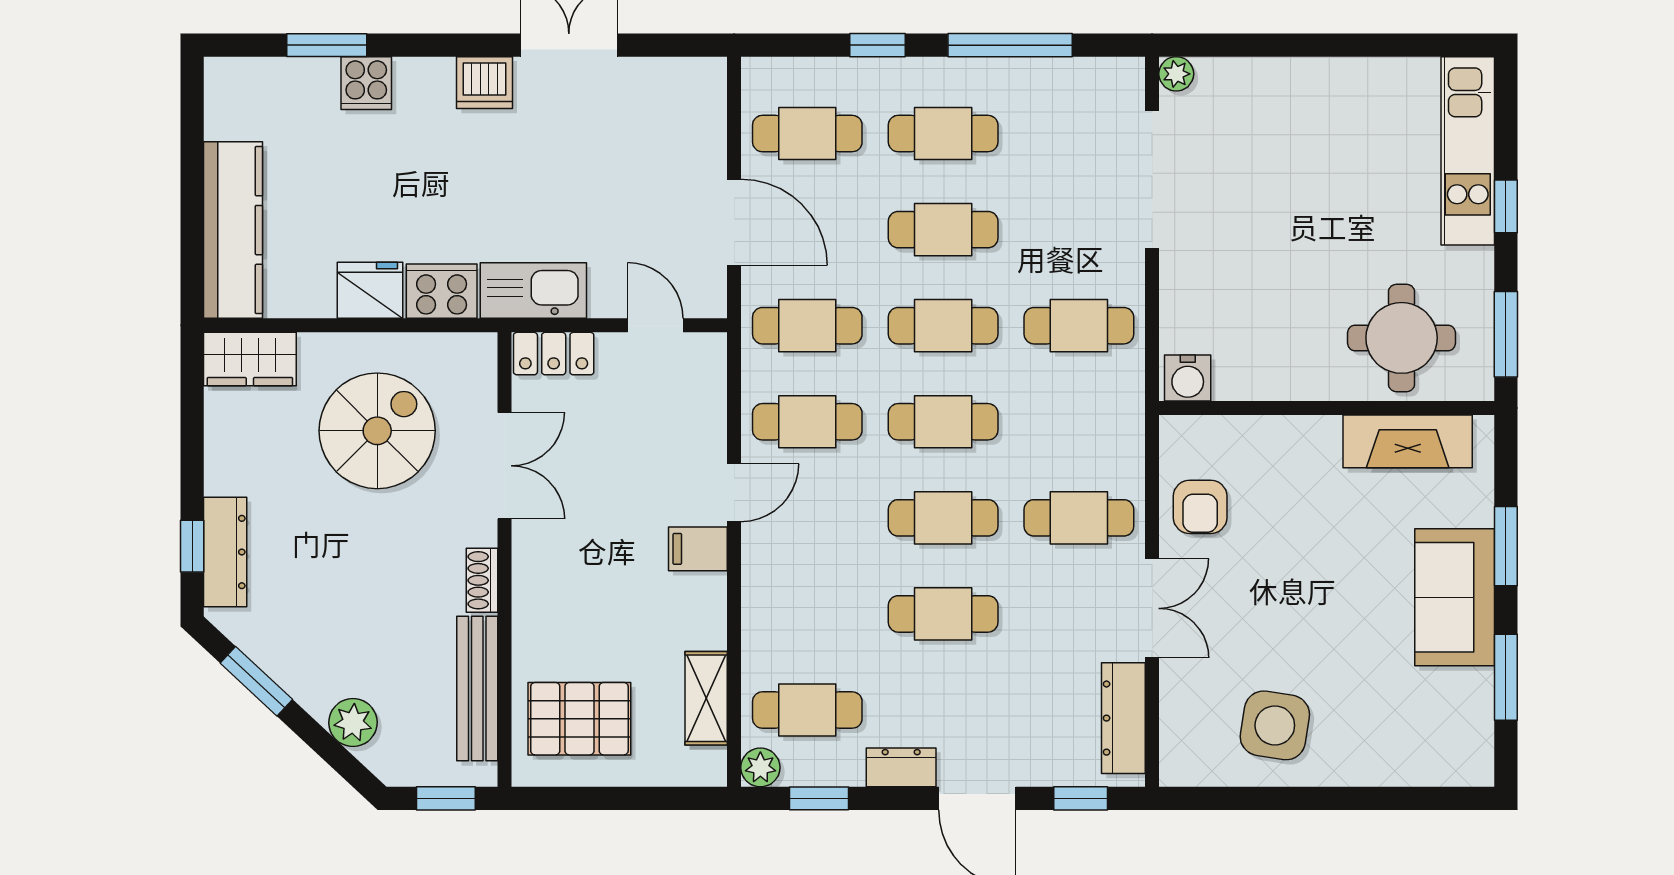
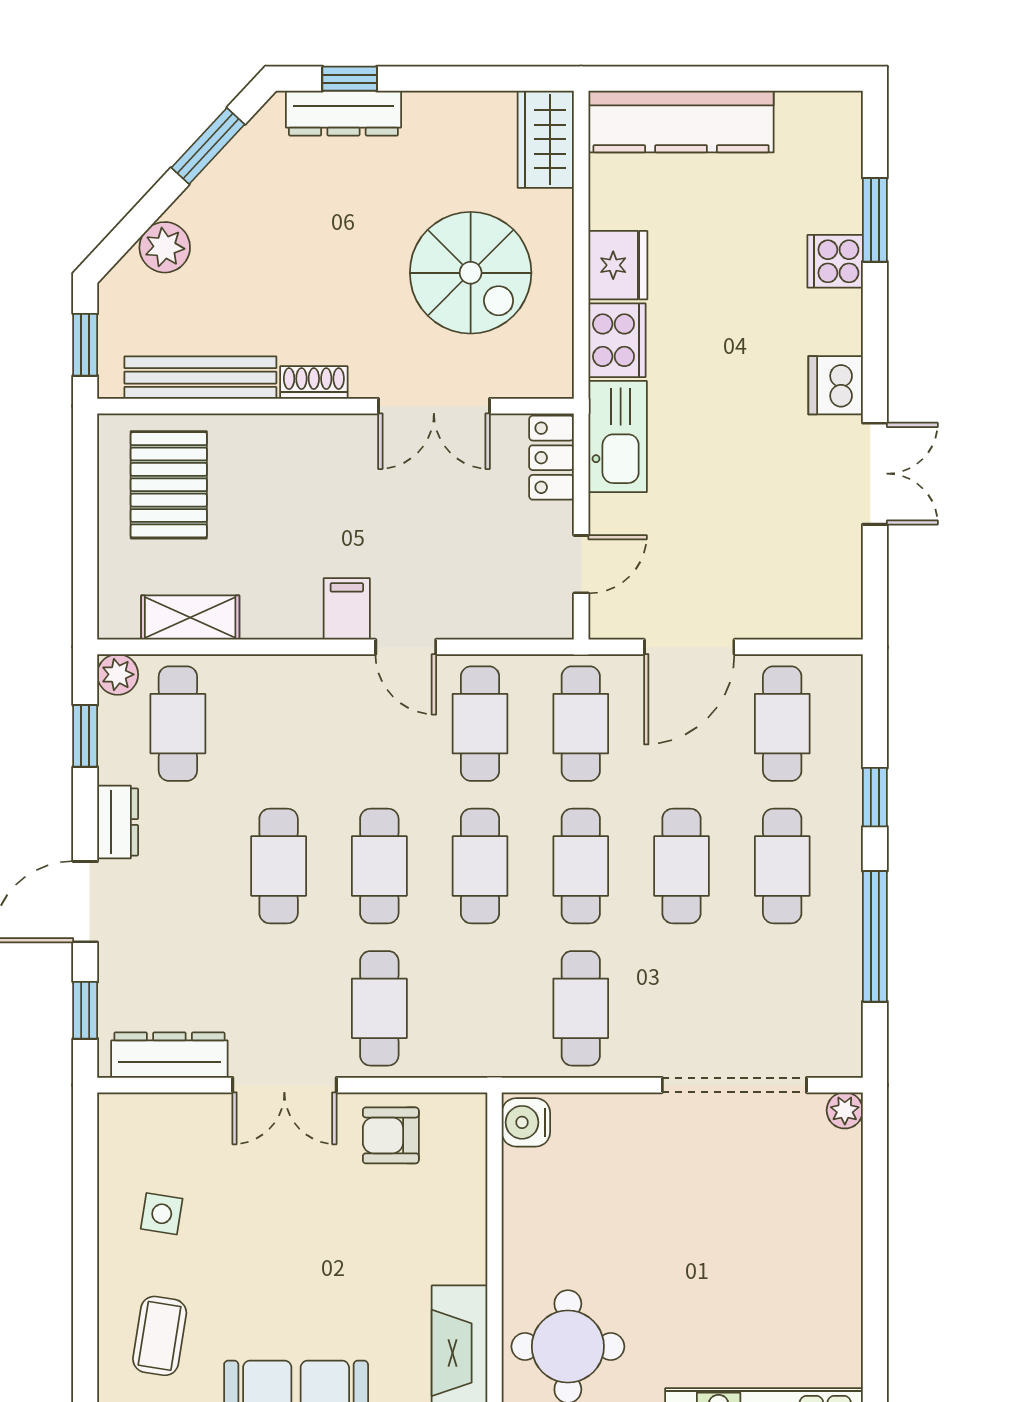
side table: (1275, 725) -> (162, 1214), width x0.54, depth x0.54
coffee table: (1391, 727) -> (160, 1336), added

